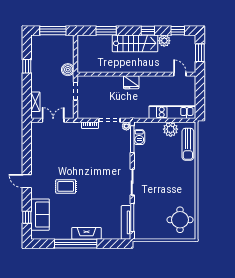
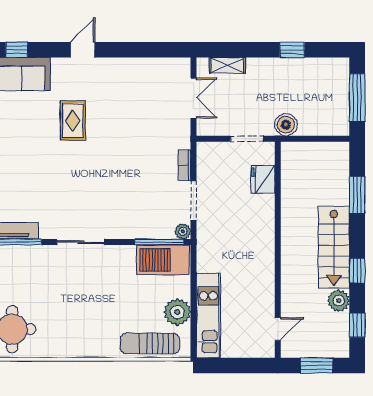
fridge: (131, 82) -> (263, 179), moved
barbecue: (139, 137) -> (163, 260), width x1.88, depth x1.53

